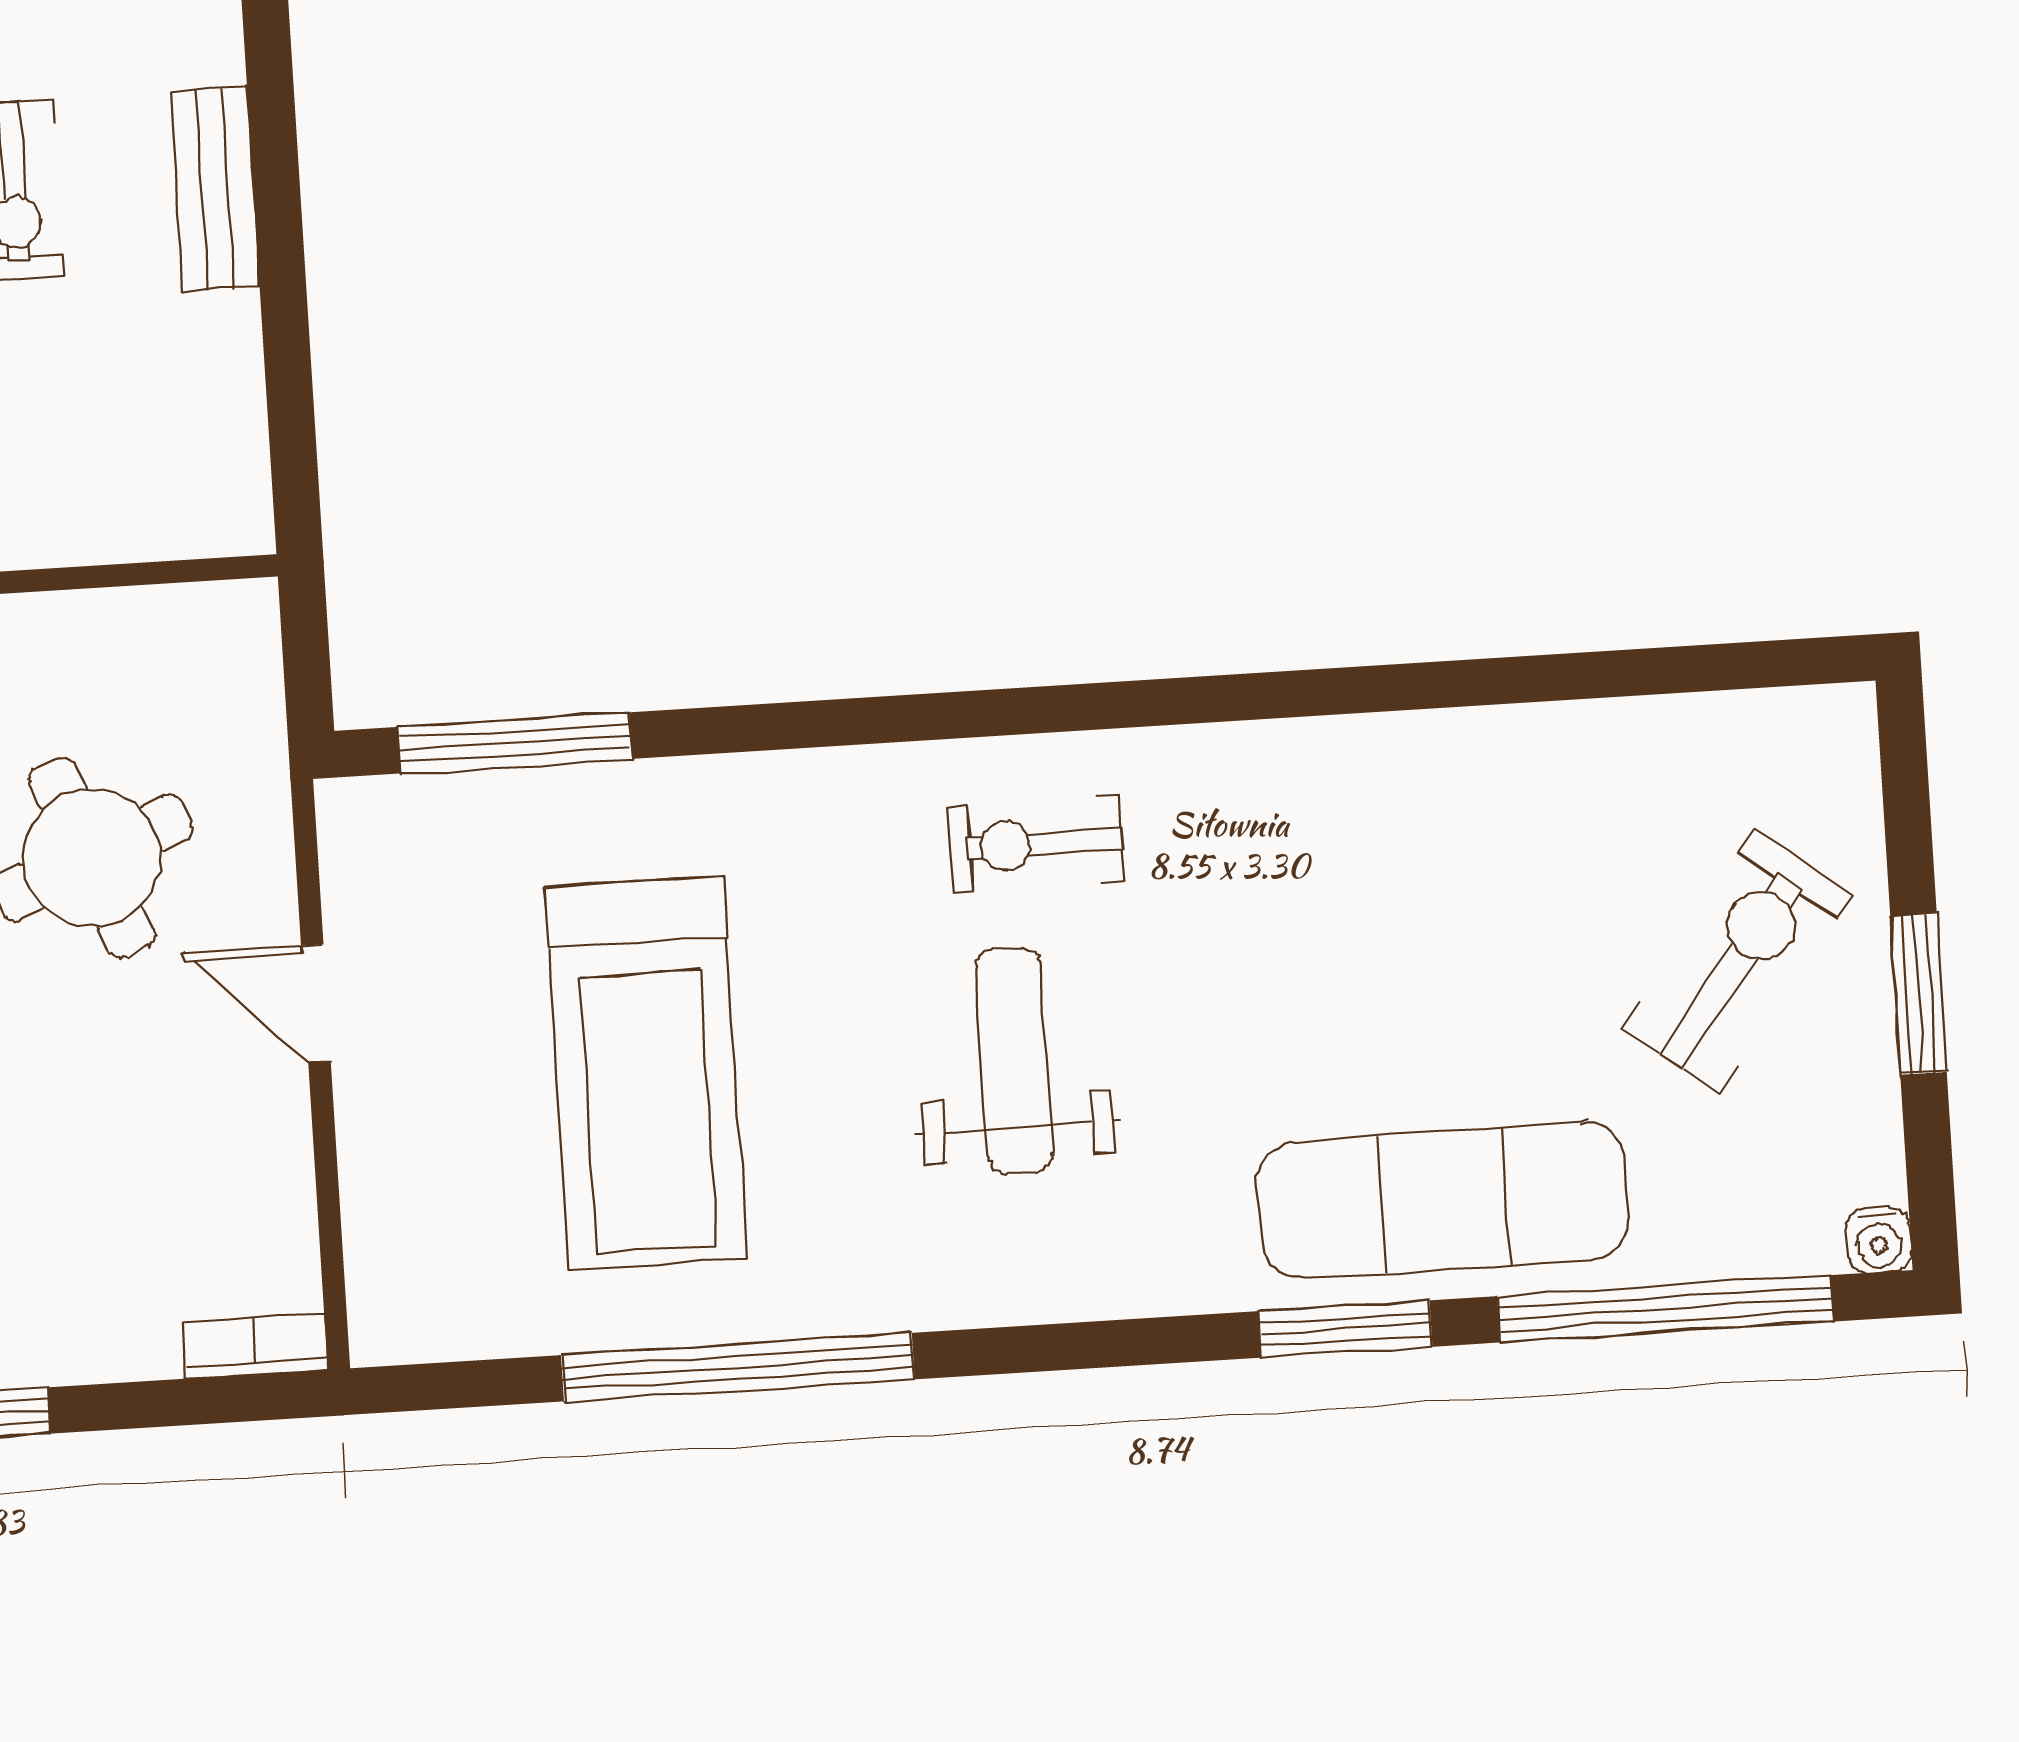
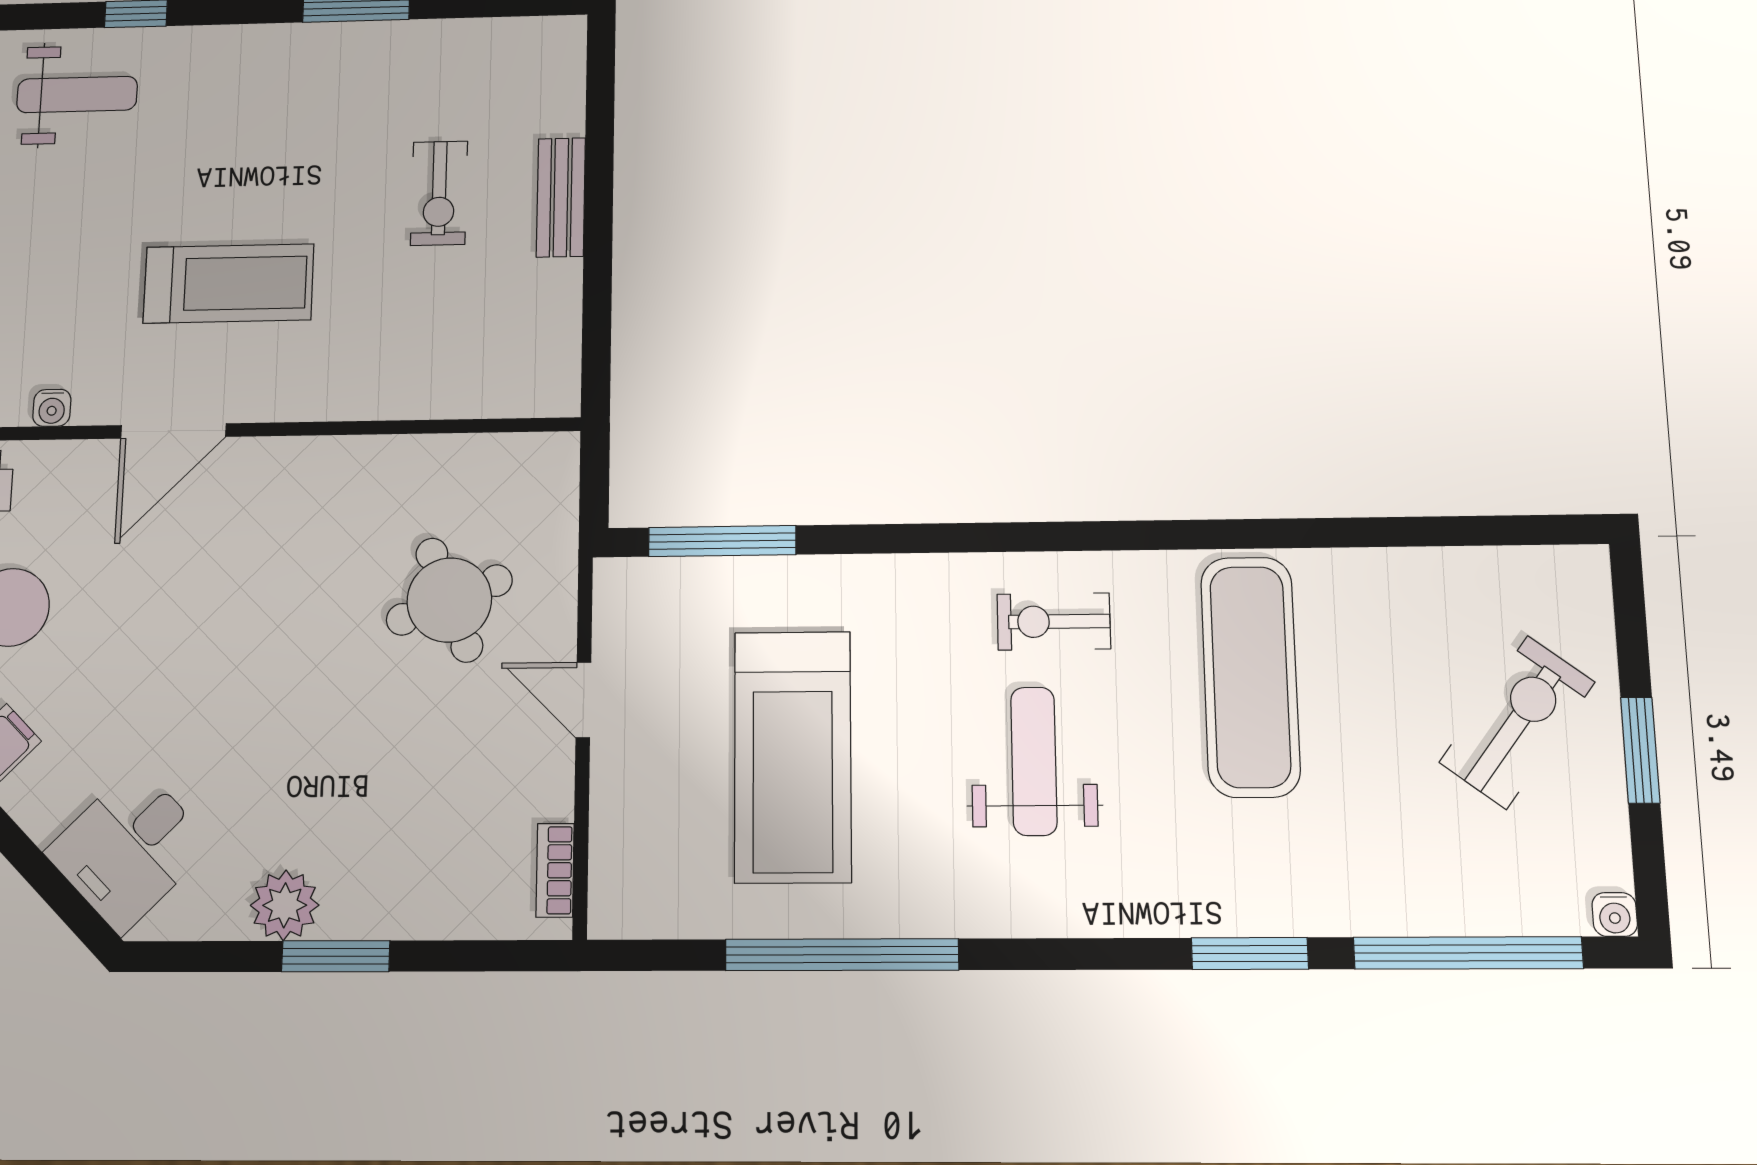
exercise mat: (1443, 1200) -> (1250, 676), moved, turned 90
bookcase: (255, 1346) -> (555, 870), moved, turned -90

